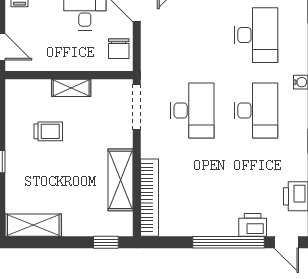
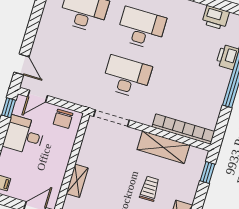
chair: (119, 49) -> (63, 119), turned 90
shelving: (71, 88) -> (77, 181), moved
trolley: (48, 131) -> (150, 189), moved

